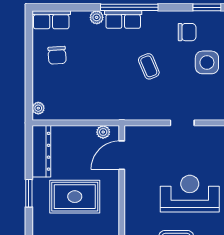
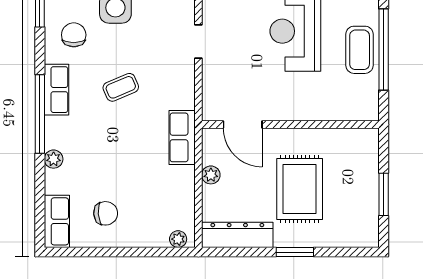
row of seats: (123, 20) -> (56, 90), moved
row of seats: (112, 111) -> (182, 137), added
plant: (103, 132) -> (211, 175), moved

